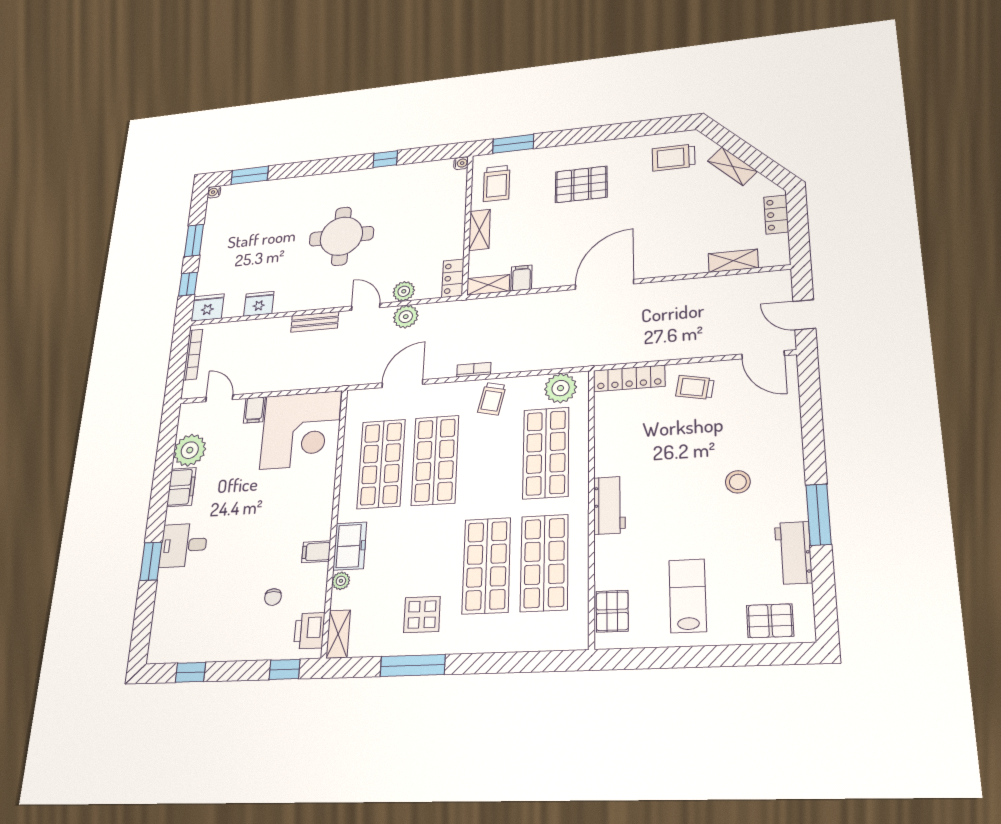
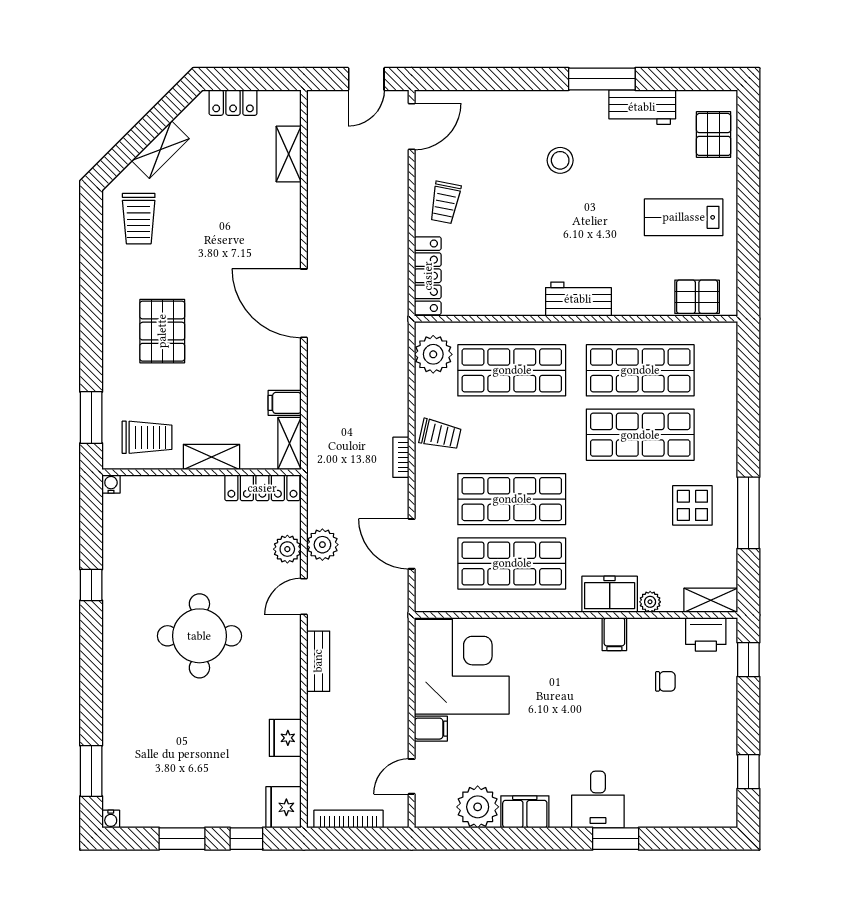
locker: (453, 278) -> (262, 488), width x1.53

